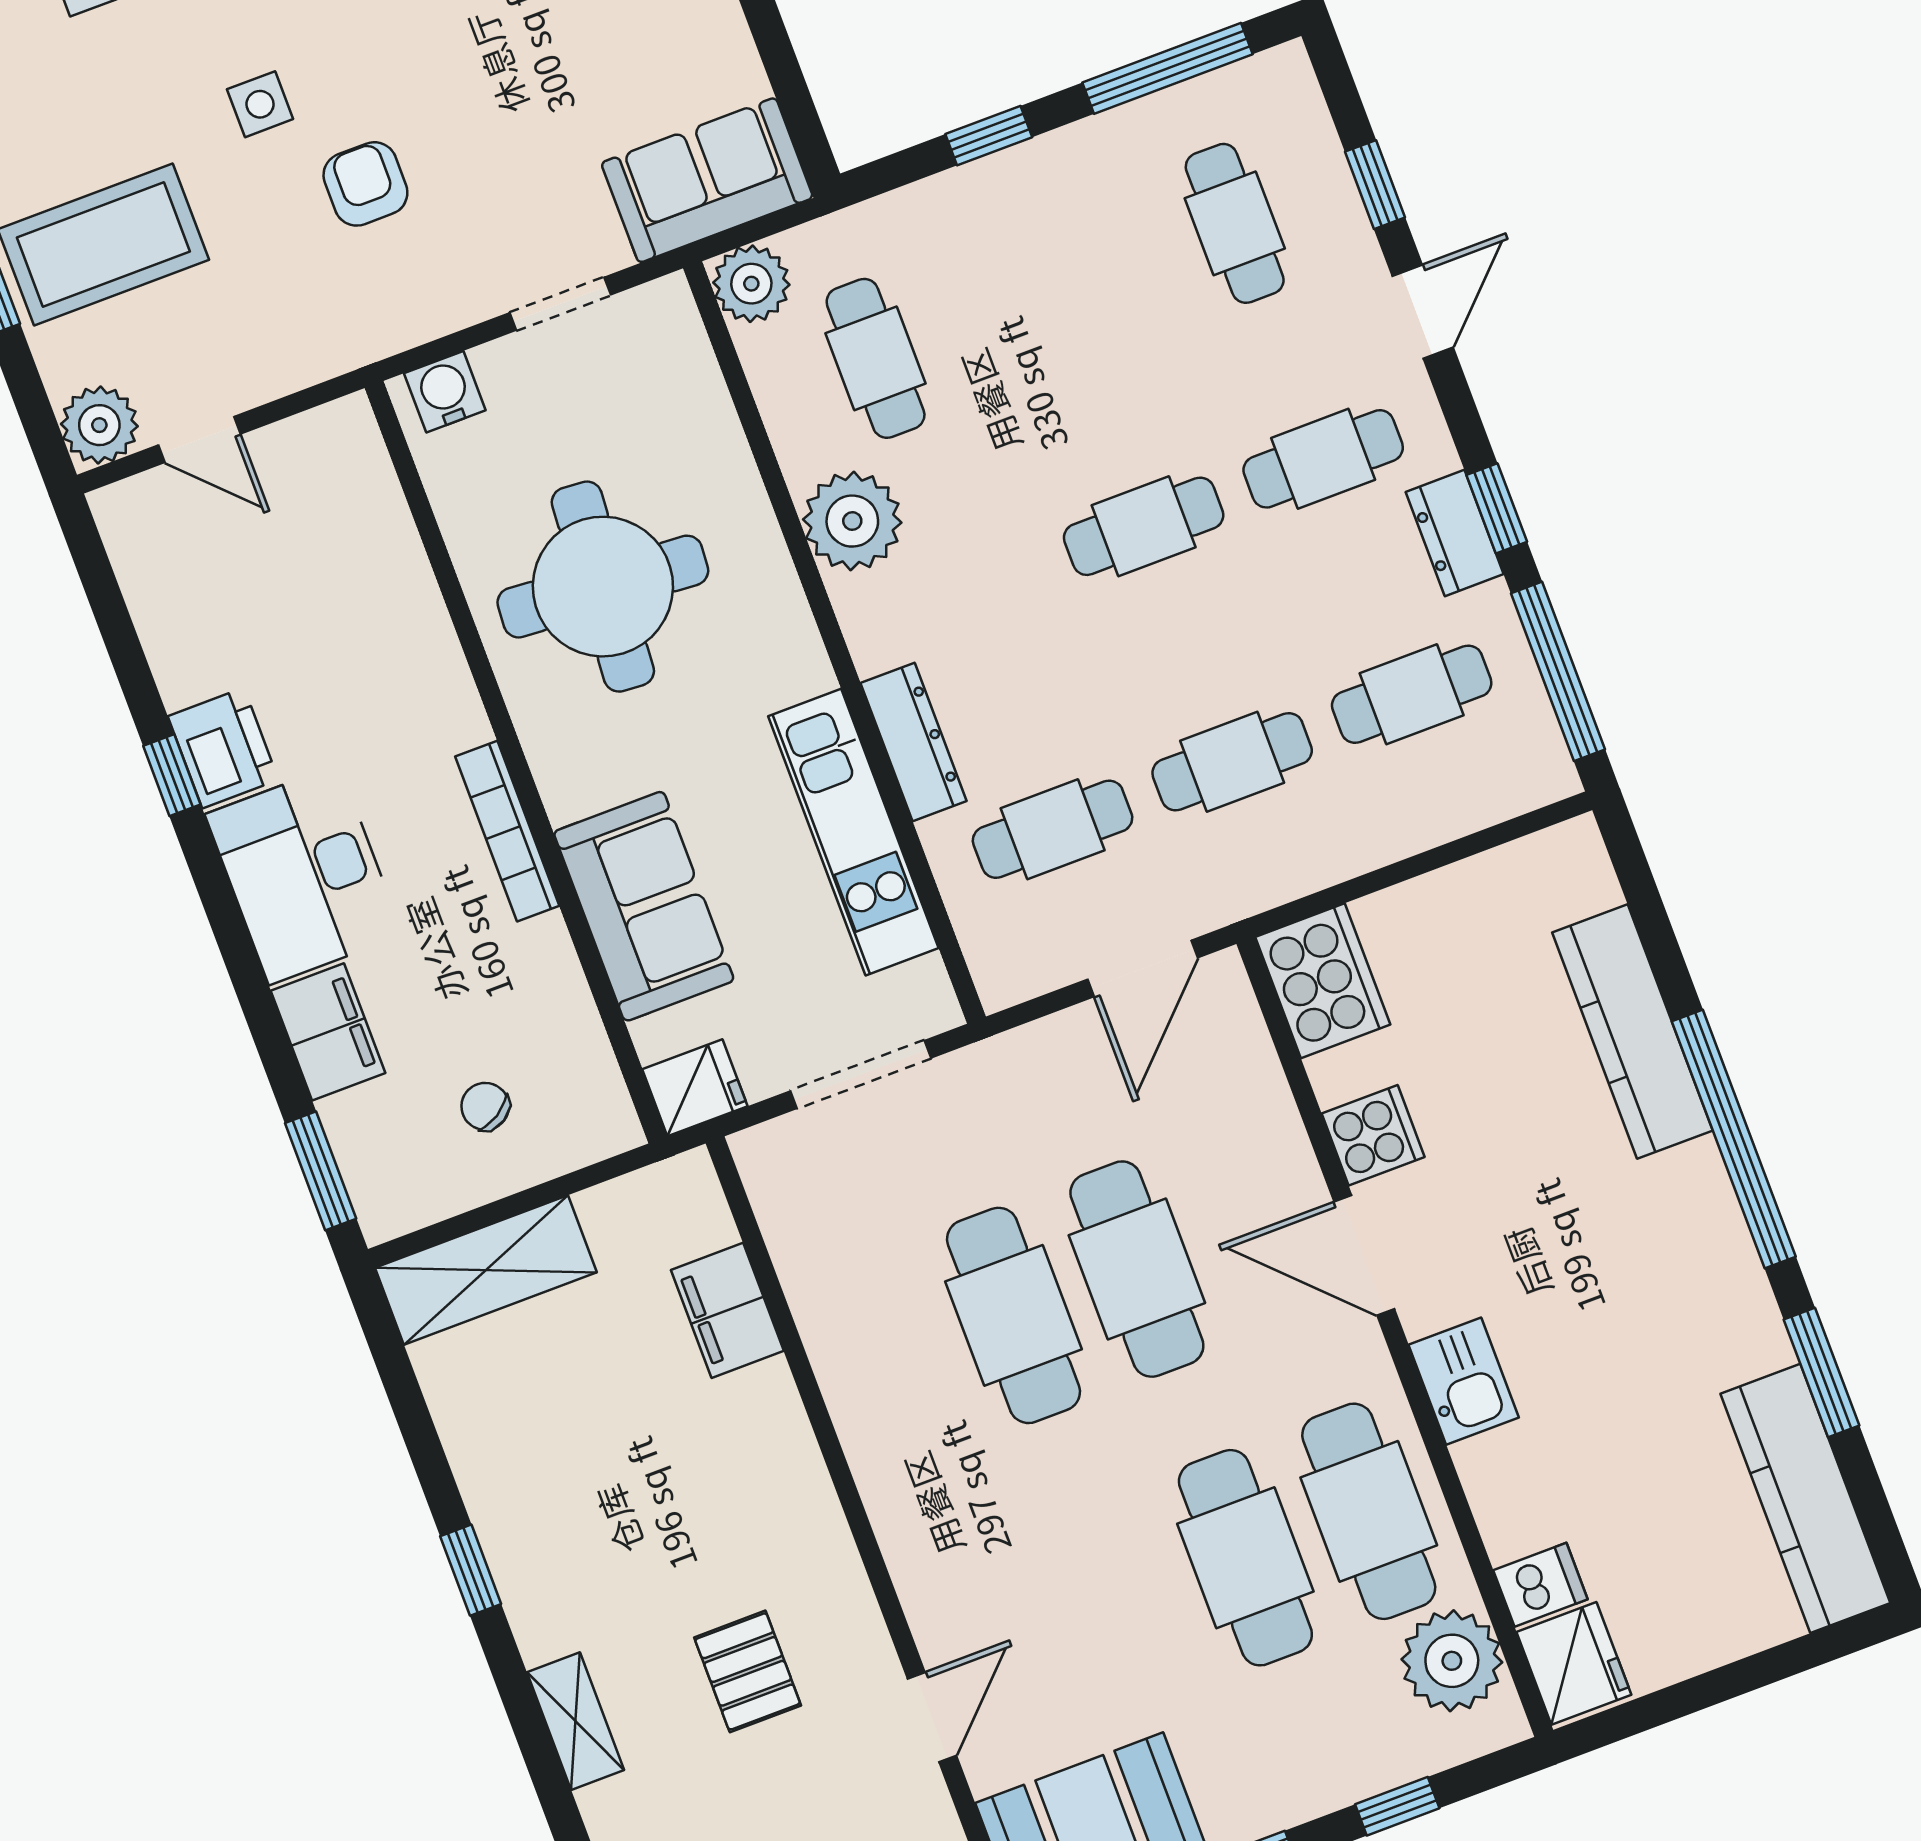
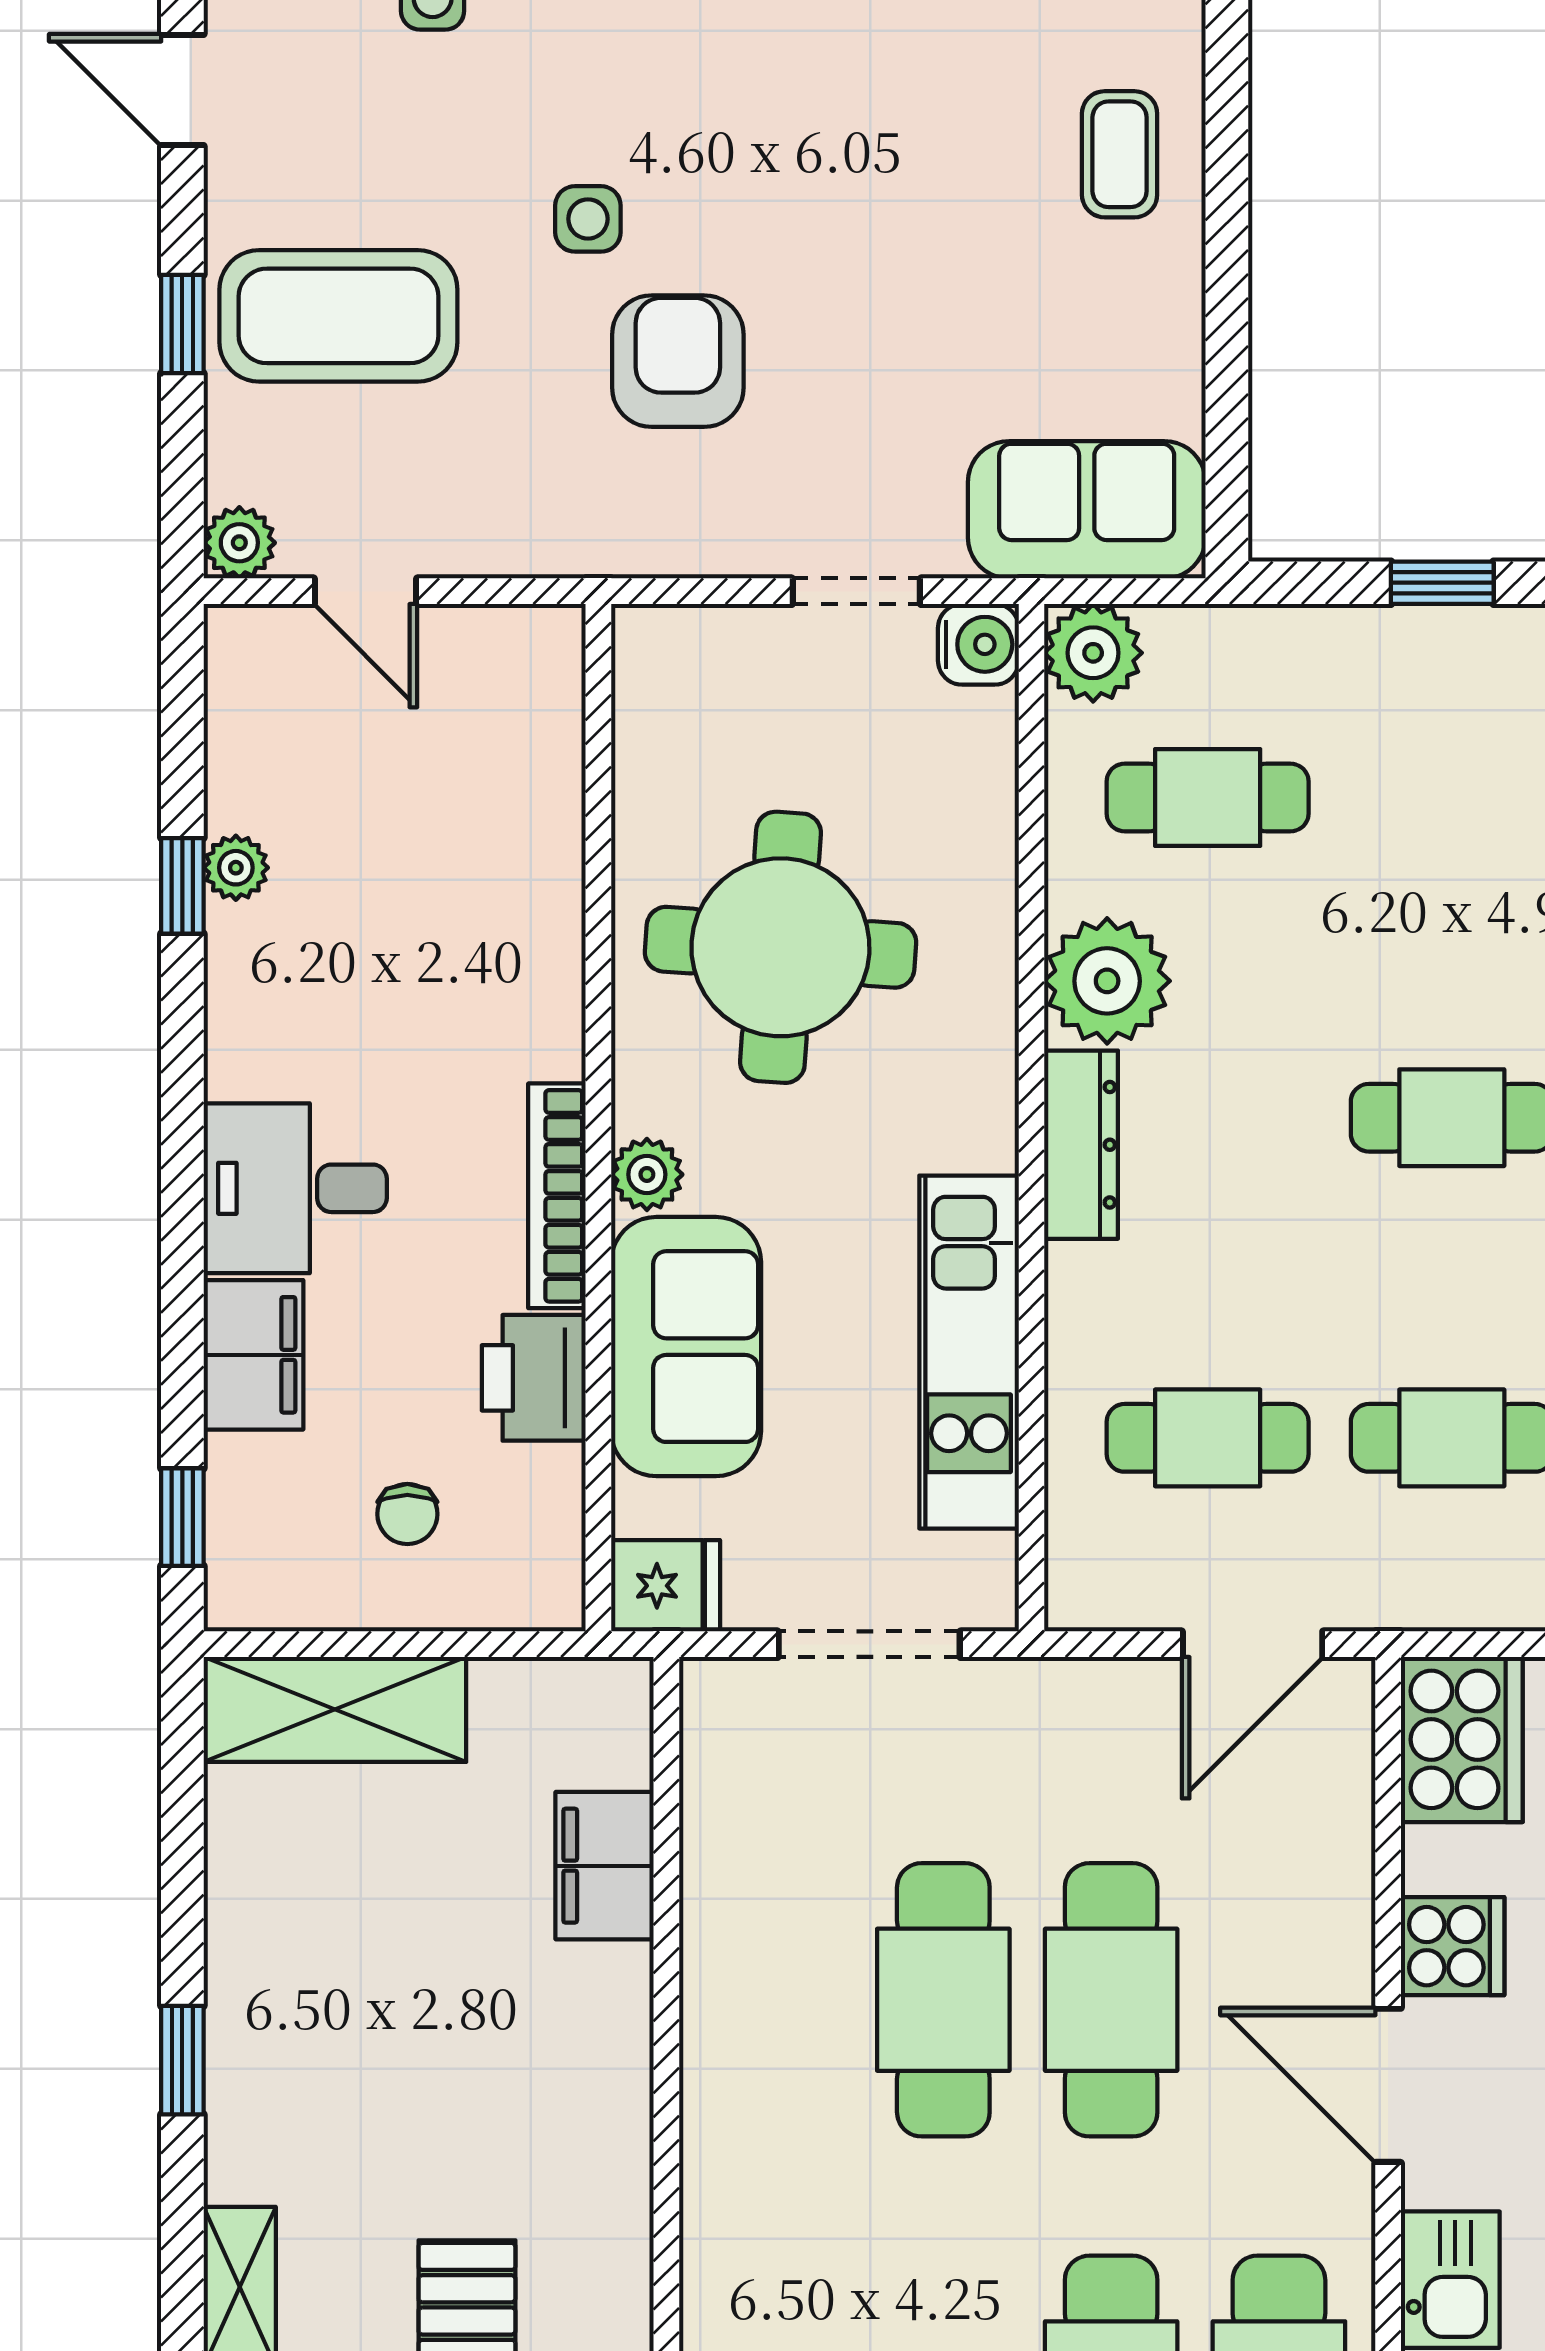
armchair: (365, 184) -> (678, 361), width x1.38, depth x1.38
cafe table: (876, 358) -> (1208, 798), turned 90
water cooler: (445, 392) -> (978, 644), moved, turned 90
plant: (99, 425) -> (239, 543), width x0.73, depth x0.73
plant: (180, 679) -> (236, 868), added
dresser: (914, 742) -> (1081, 1145), moved
printer: (223, 748) -> (534, 1378), moved, turned 180
window: (172, 775) -> (182, 886), moved
plant: (567, 791) -> (647, 1174), added
desk: (304, 875) -> (295, 1188), width x0.73
chair: (485, 1106) -> (407, 1514), turned -148
window: (321, 1171) -> (182, 1517), width x0.67

